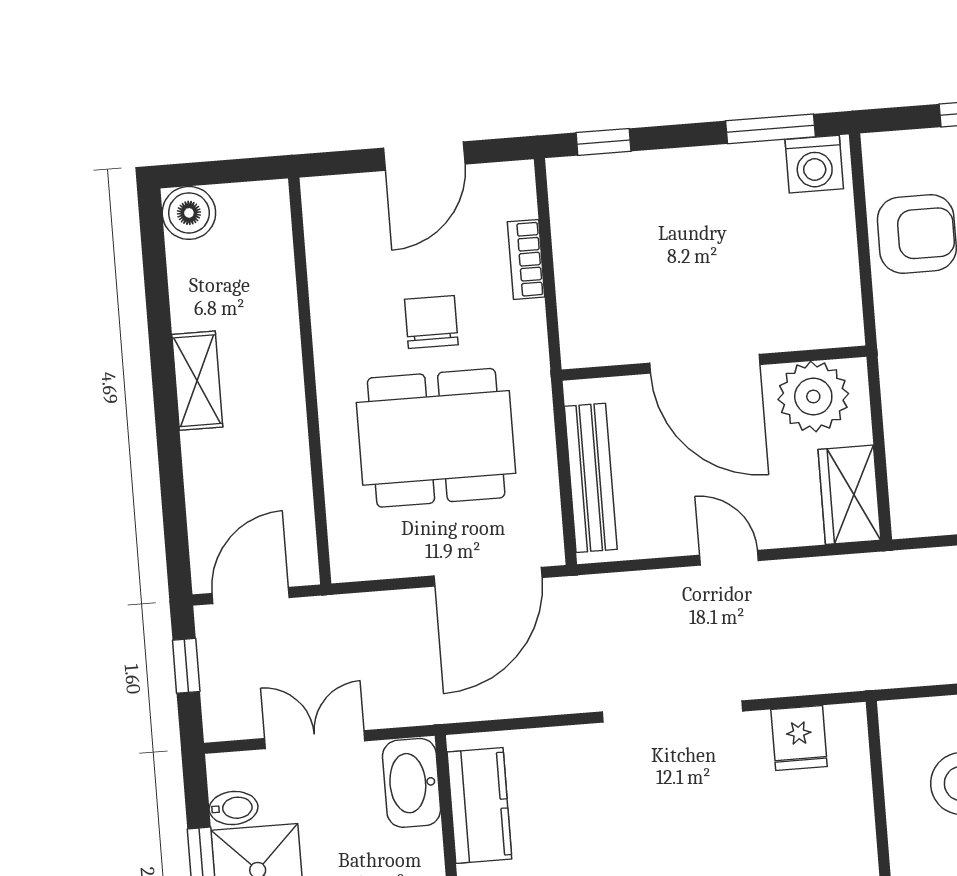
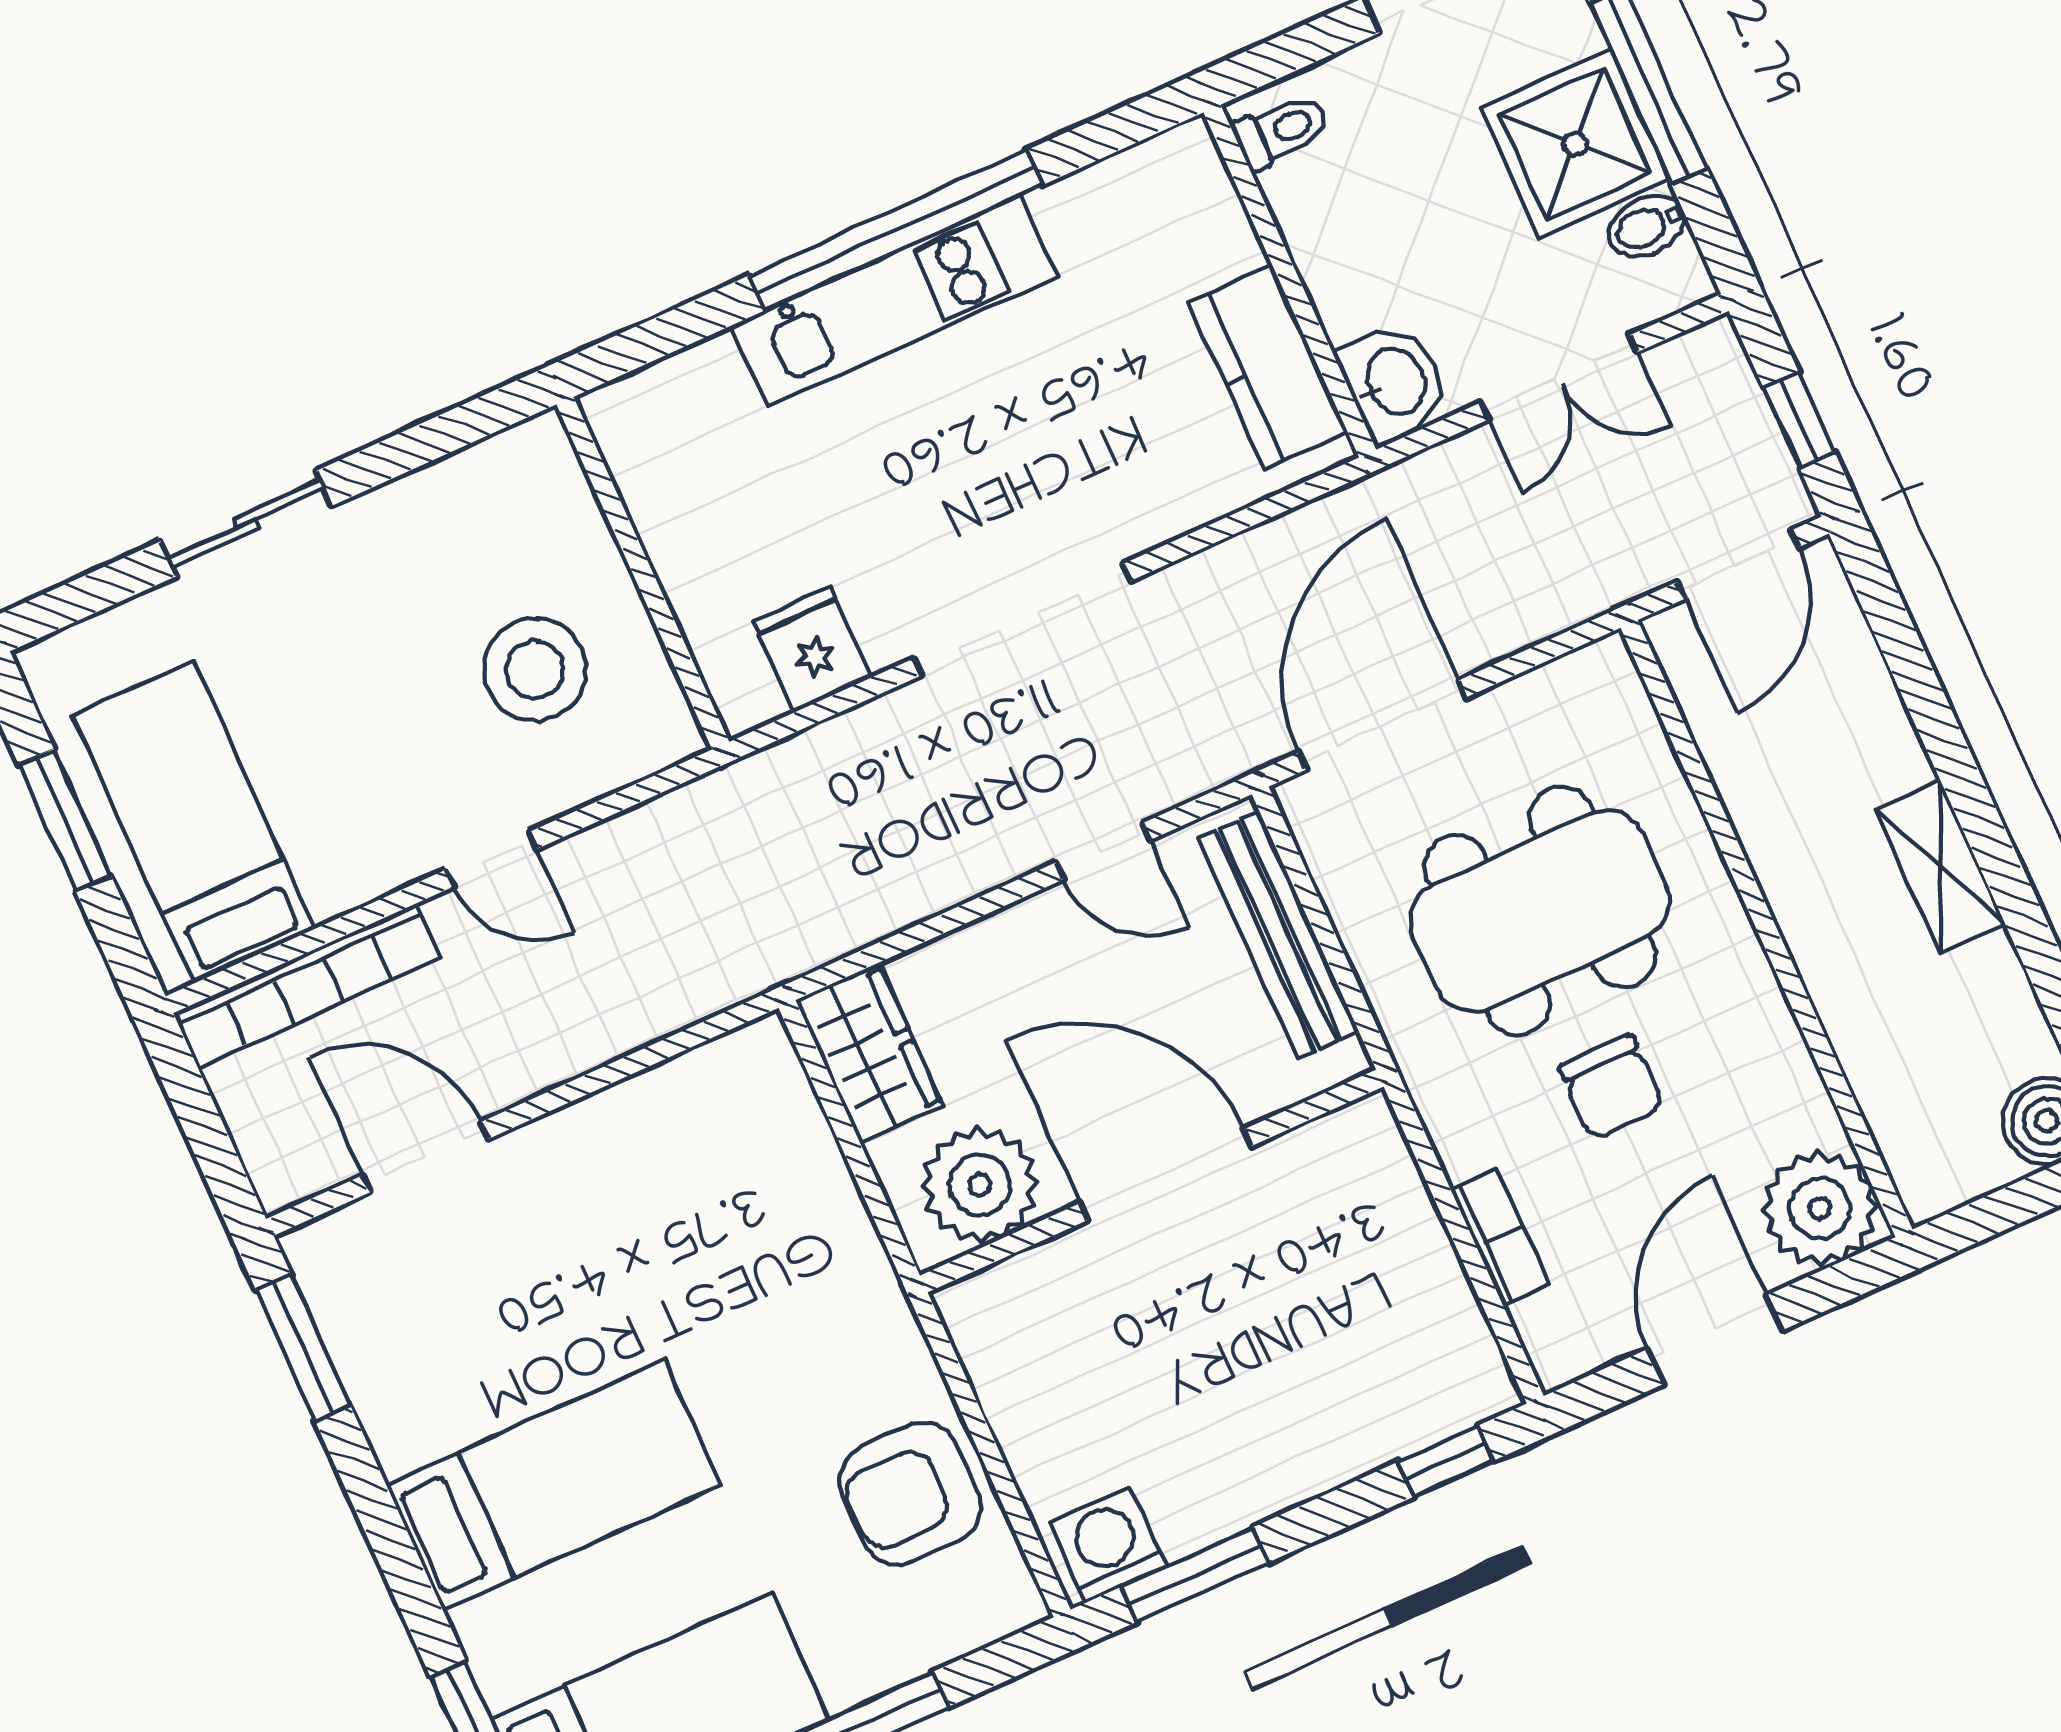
plant: (337, 210) -> (1820, 1208), added
door: (729, 558) -> (1103, 851), moved
washbasin: (412, 783) -> (1394, 382), width x0.72

